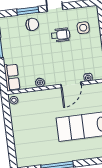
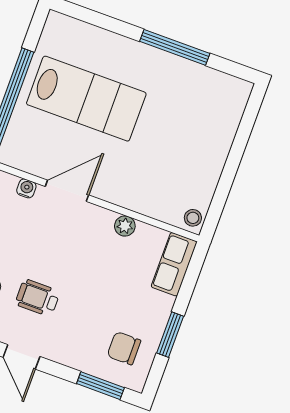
window: (28, 11) -> (100, 386), moved
chair: (32, 24) -> (124, 348), moved

